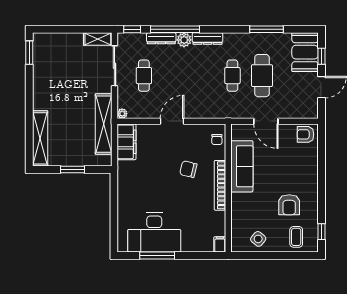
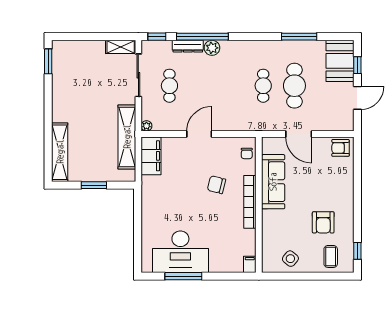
dresser: (207, 39) -> (237, 46), removed

